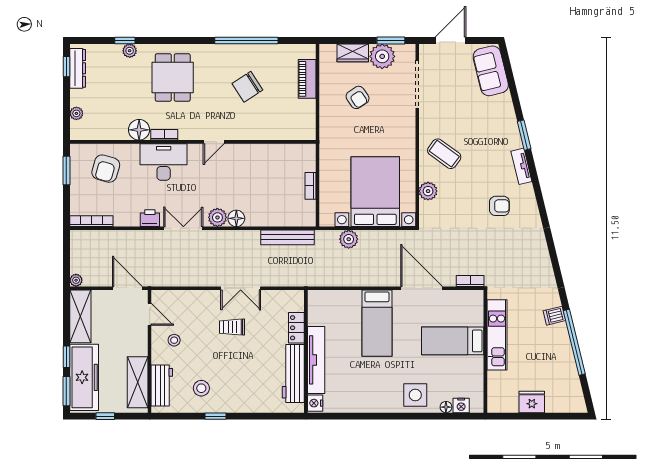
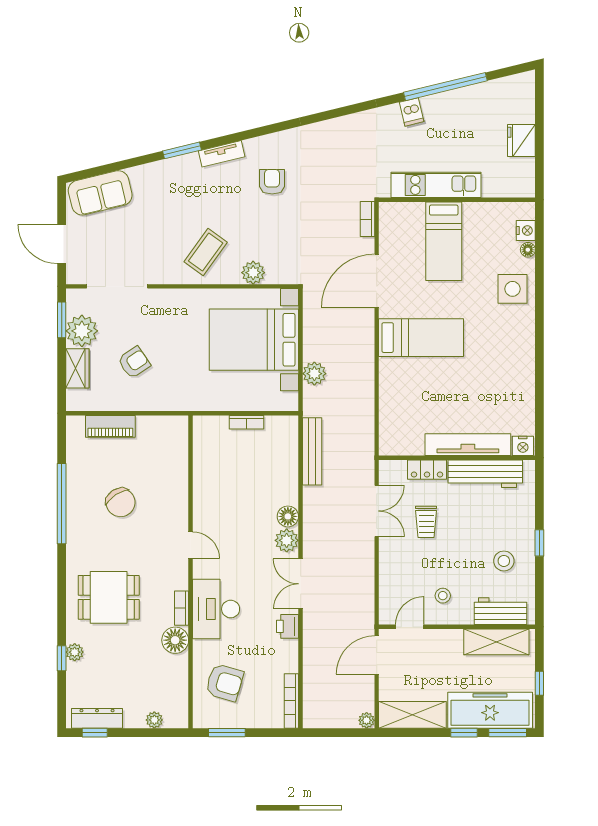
locker: (296, 328) -> (427, 470), moved
wall: (306, 351) -> (457, 458), moved
tv unit: (316, 360) -> (468, 445), moved
workbench: (293, 374) -> (485, 474), moved
nightstand: (315, 403) -> (523, 446), moved

